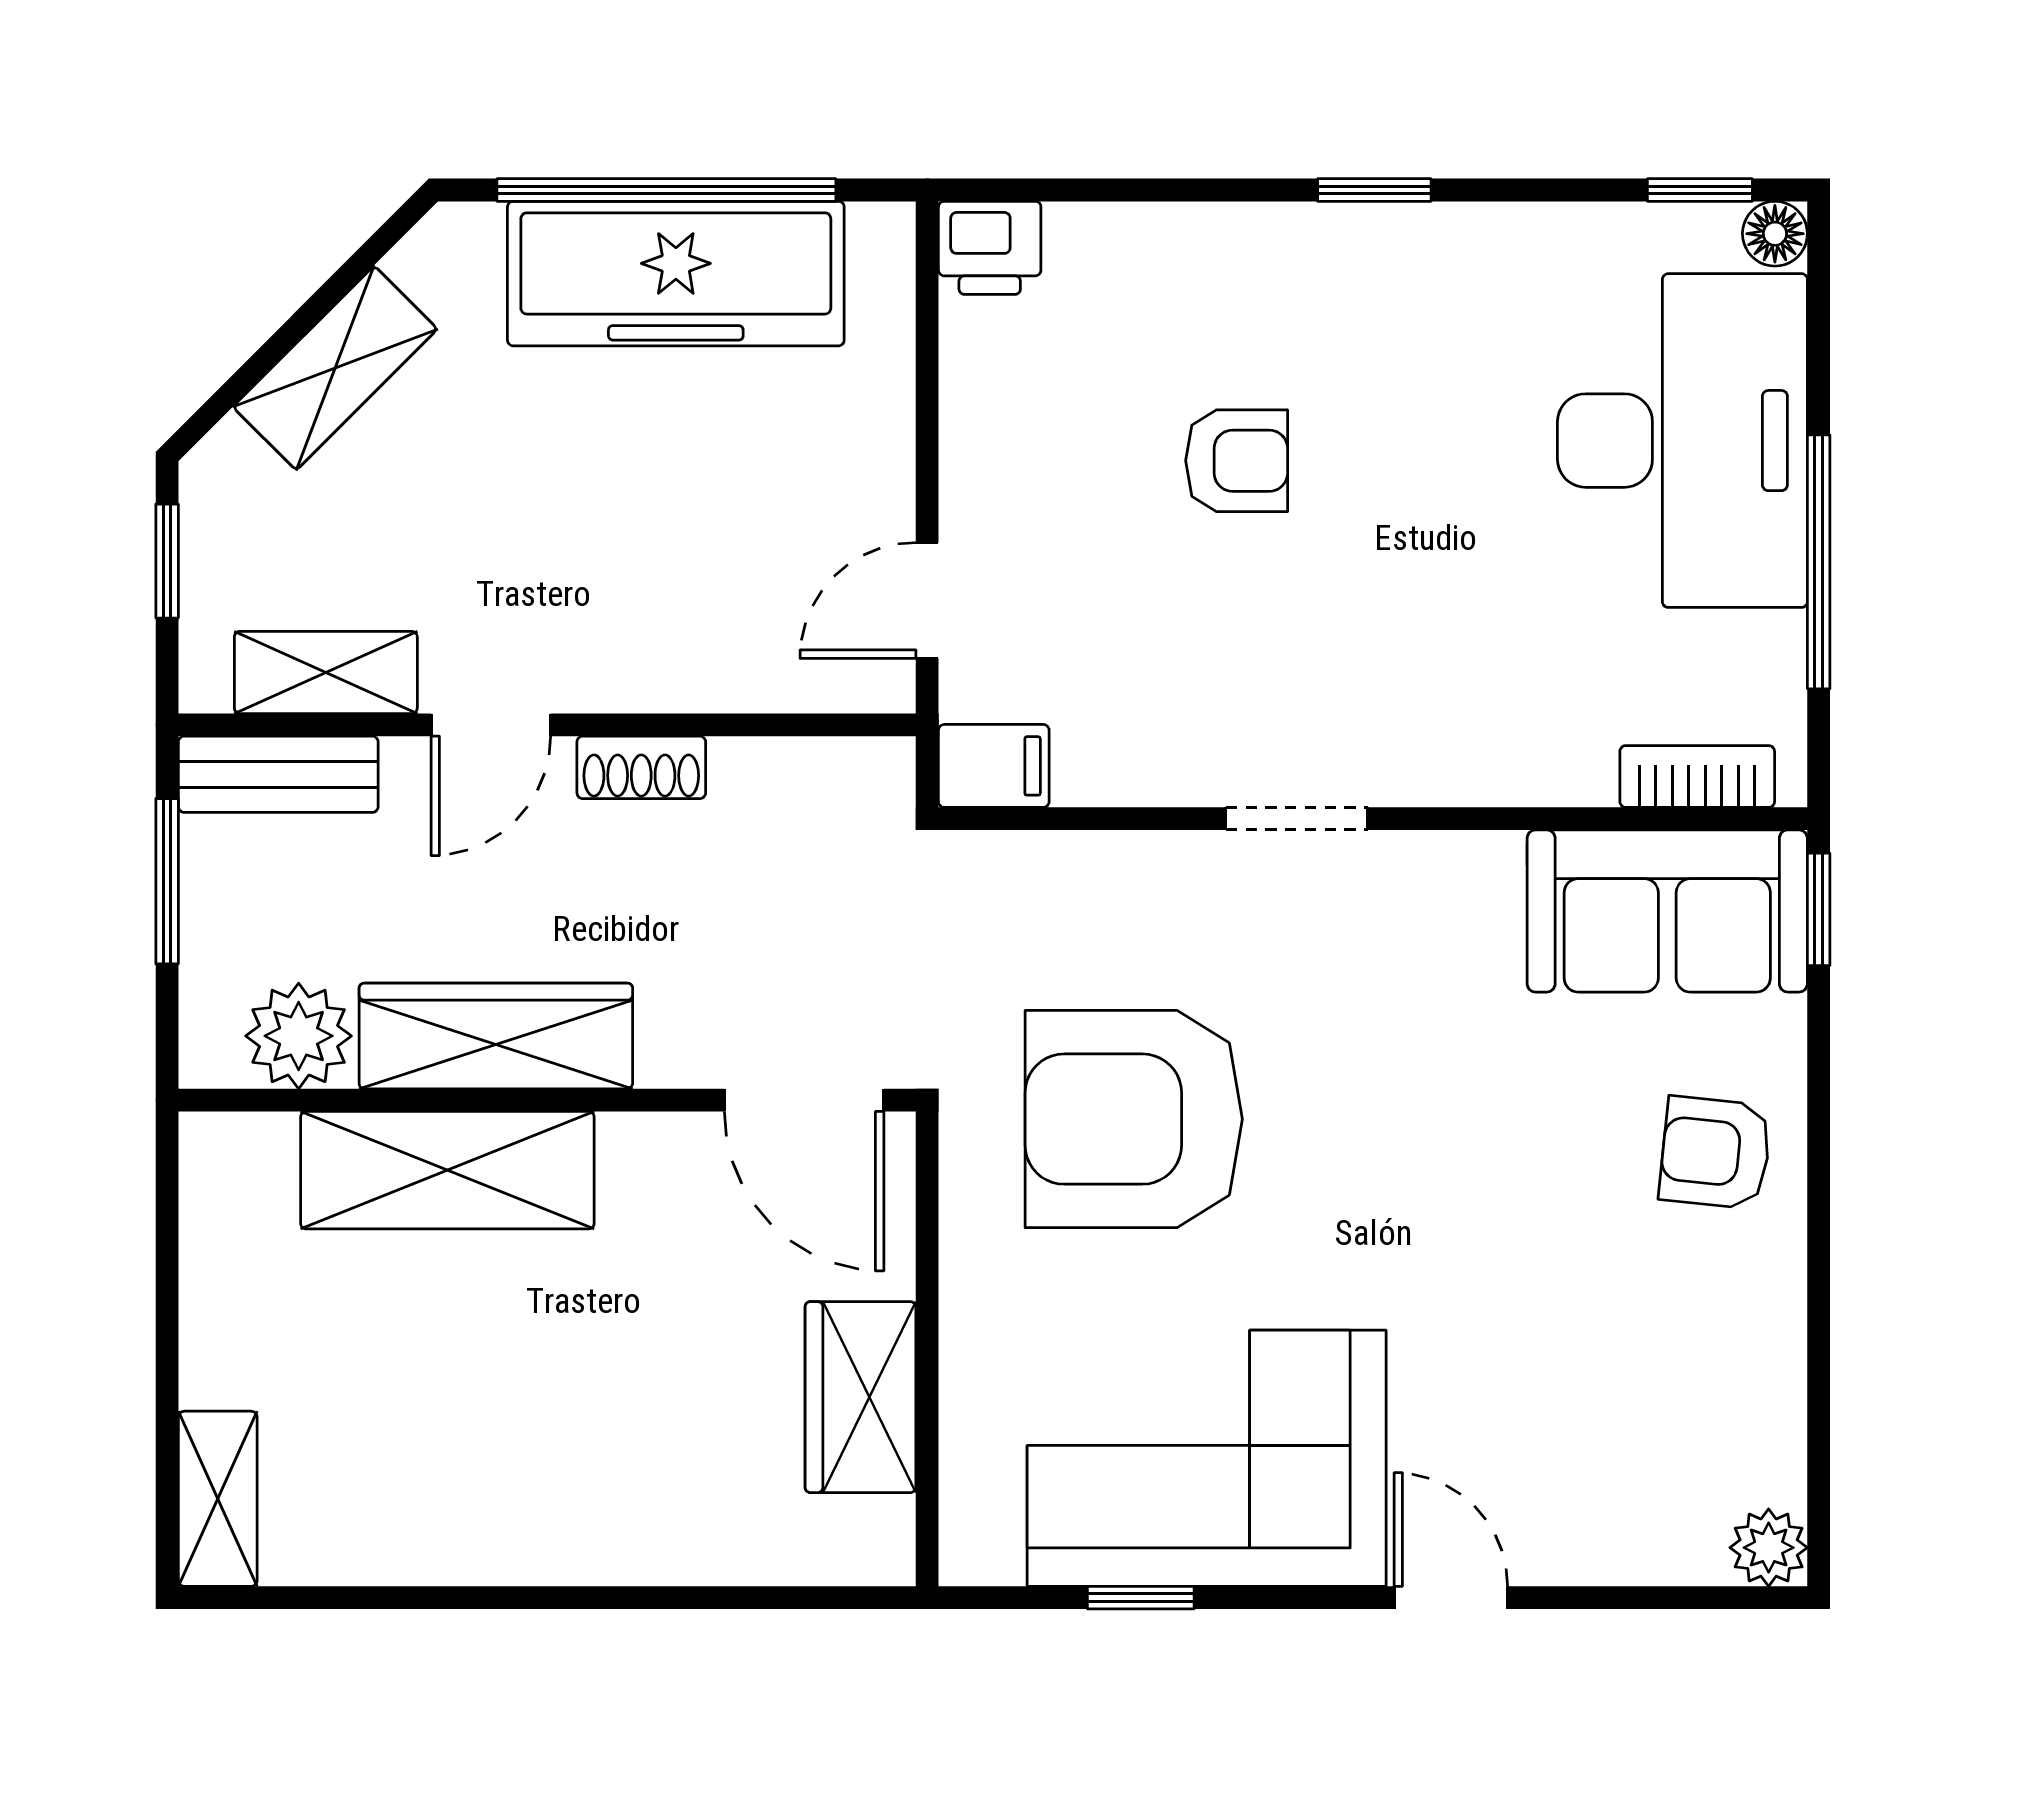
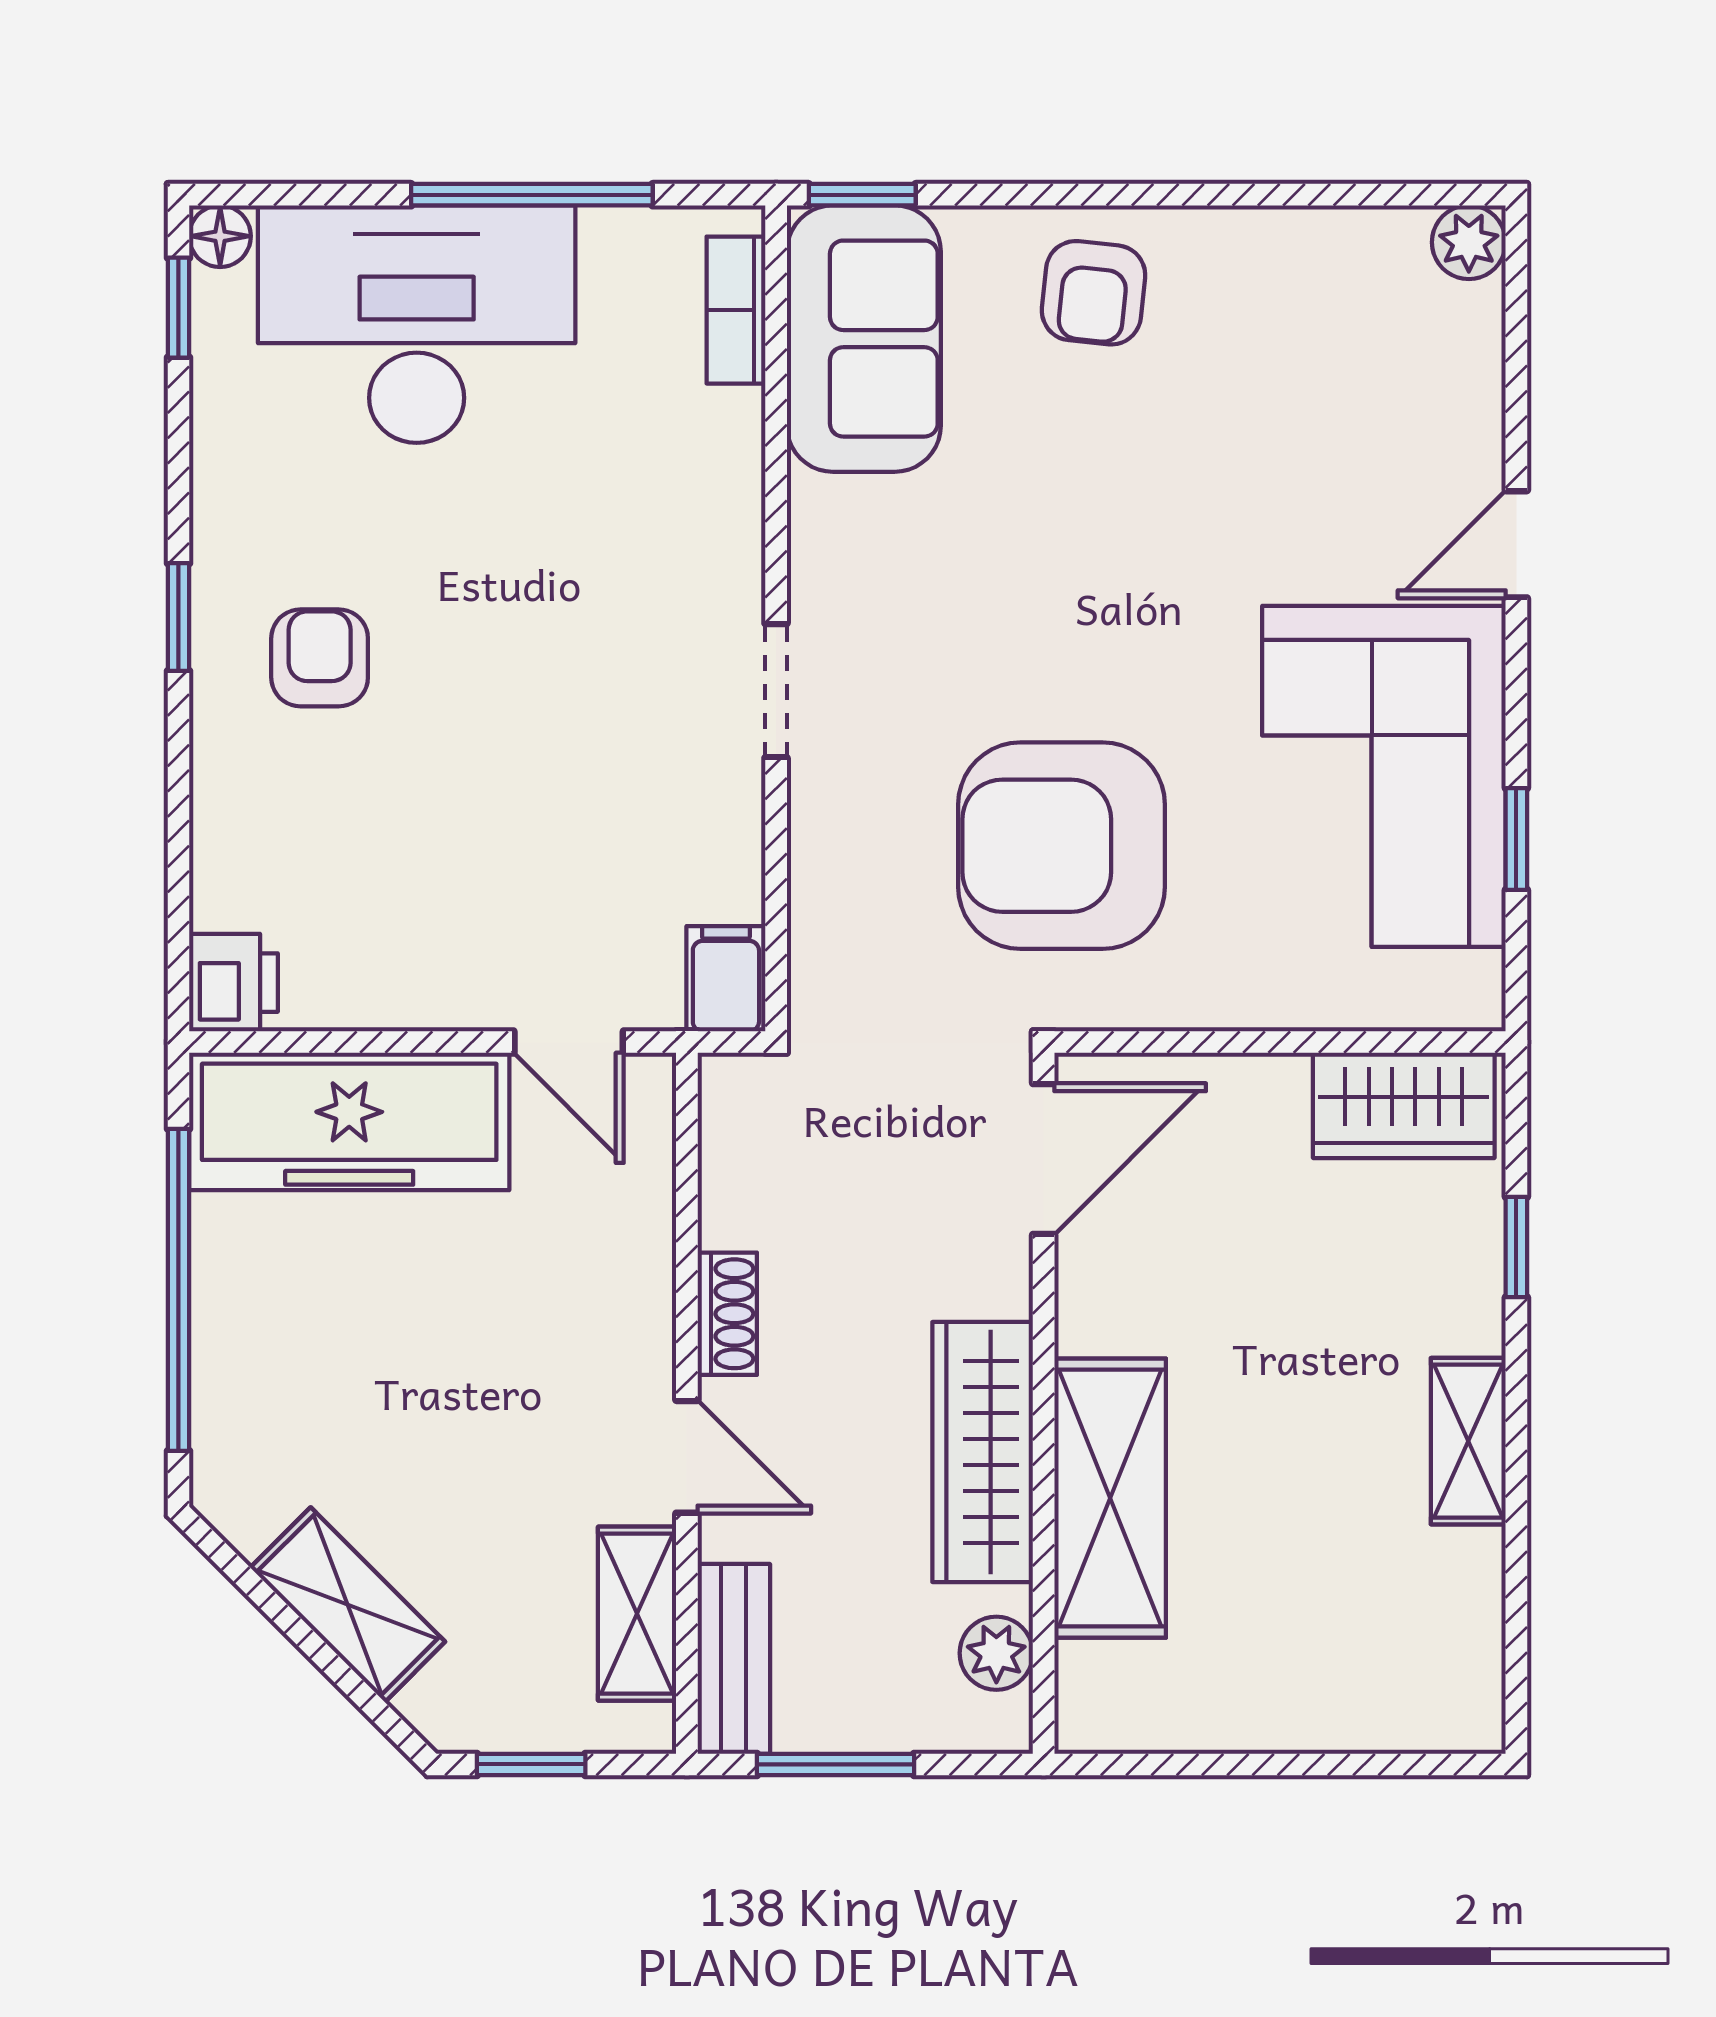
freezer: (676, 274) -> (349, 1121), moved, turned 90
armchair: (1237, 461) -> (320, 658), moved
plant: (299, 1036) -> (996, 1653), width x0.73, depth x0.73
armchair: (1134, 1119) -> (1062, 846), turned 90
wardrobe: (861, 1397) -> (1404, 1105), moved
shelving: (218, 1499) -> (1468, 1441), moved, turned 90
window: (711, 1598) -> (1516, 1247), added

